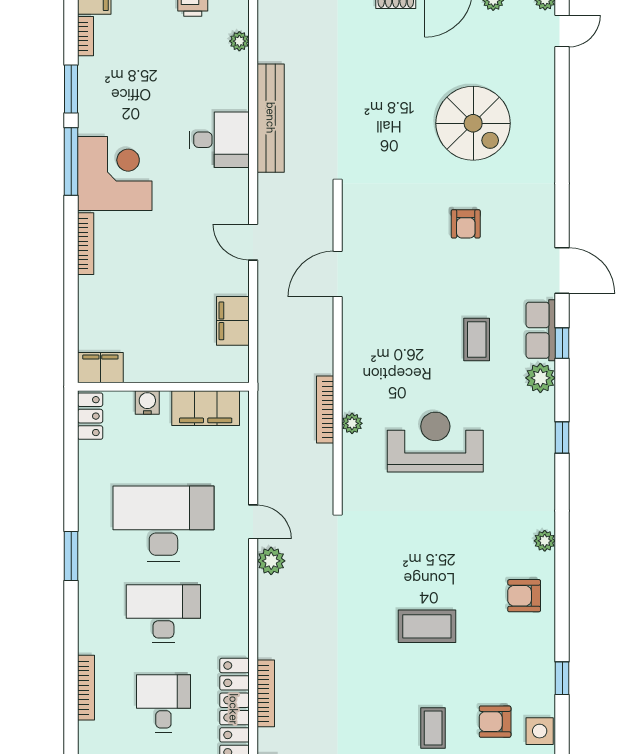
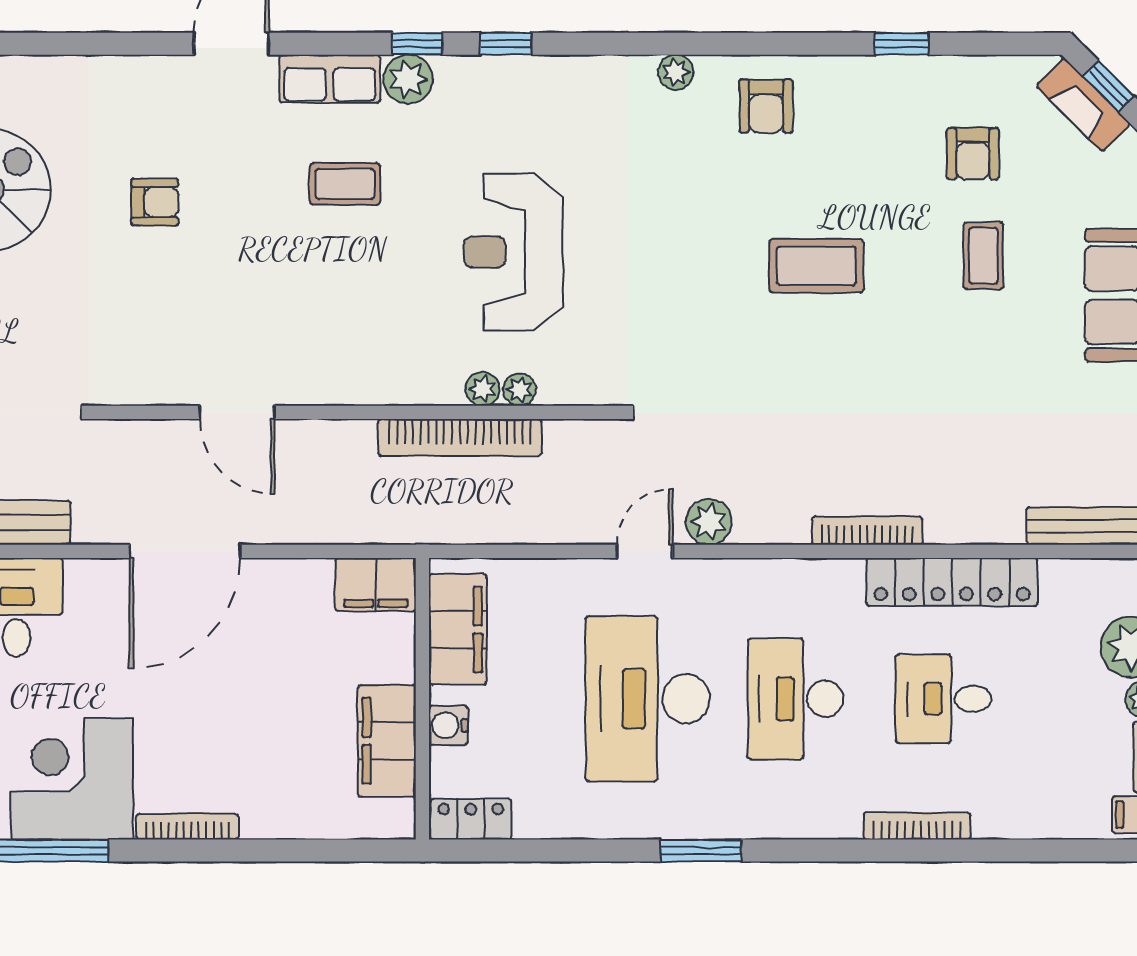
door: (253, 242) -> (185, 551), width x1.87
filing cabinet: (233, 321) -> (376, 585), moved
window: (562, 343) -> (417, 44), moved
filing cabinet: (100, 368) -> (387, 741), moved, width x1.50, depth x1.17
bookcase: (325, 409) -> (460, 437), width x1.48, depth x1.31
plant: (352, 446) -> (520, 390), added
coffee table: (427, 626) -> (816, 266), turned 90
bookcase: (266, 693) -> (867, 531), moved
coffee table: (433, 728) -> (983, 256), turned 90
side table: (540, 731) -> (988, 81), removed

